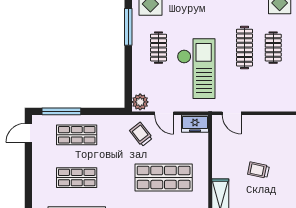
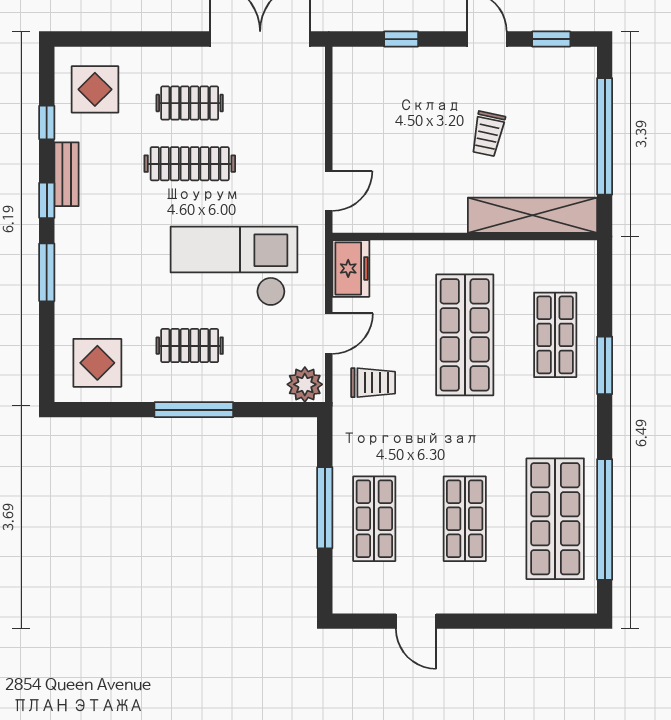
window: (128, 27) -> (194, 410), moved
window: (61, 111) -> (325, 508), moved
door: (28, 133) -> (416, 621), moved
trolley: (141, 134) -> (373, 383), turned -142
trolley: (258, 170) -> (488, 134), moved

